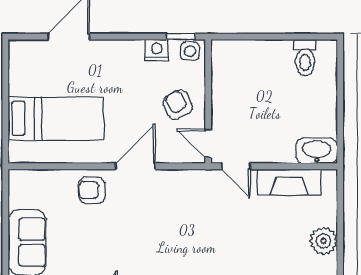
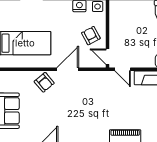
armchair: (92, 190) -> (44, 82), turned -130

